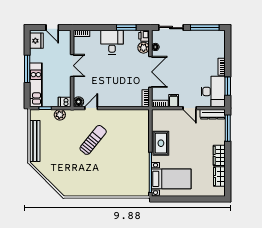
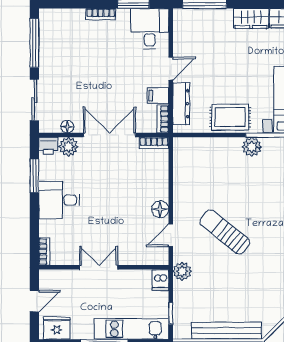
desk: (213, 91) -> (150, 29), width x0.73
floor lamp: (79, 102) -> (160, 209), moved
door: (91, 108) -> (171, 235), hinge flipped
dresser: (213, 114) -> (181, 104), moved
plant: (60, 115) -> (182, 271), moved
plant: (143, 156) -> (252, 147), added

